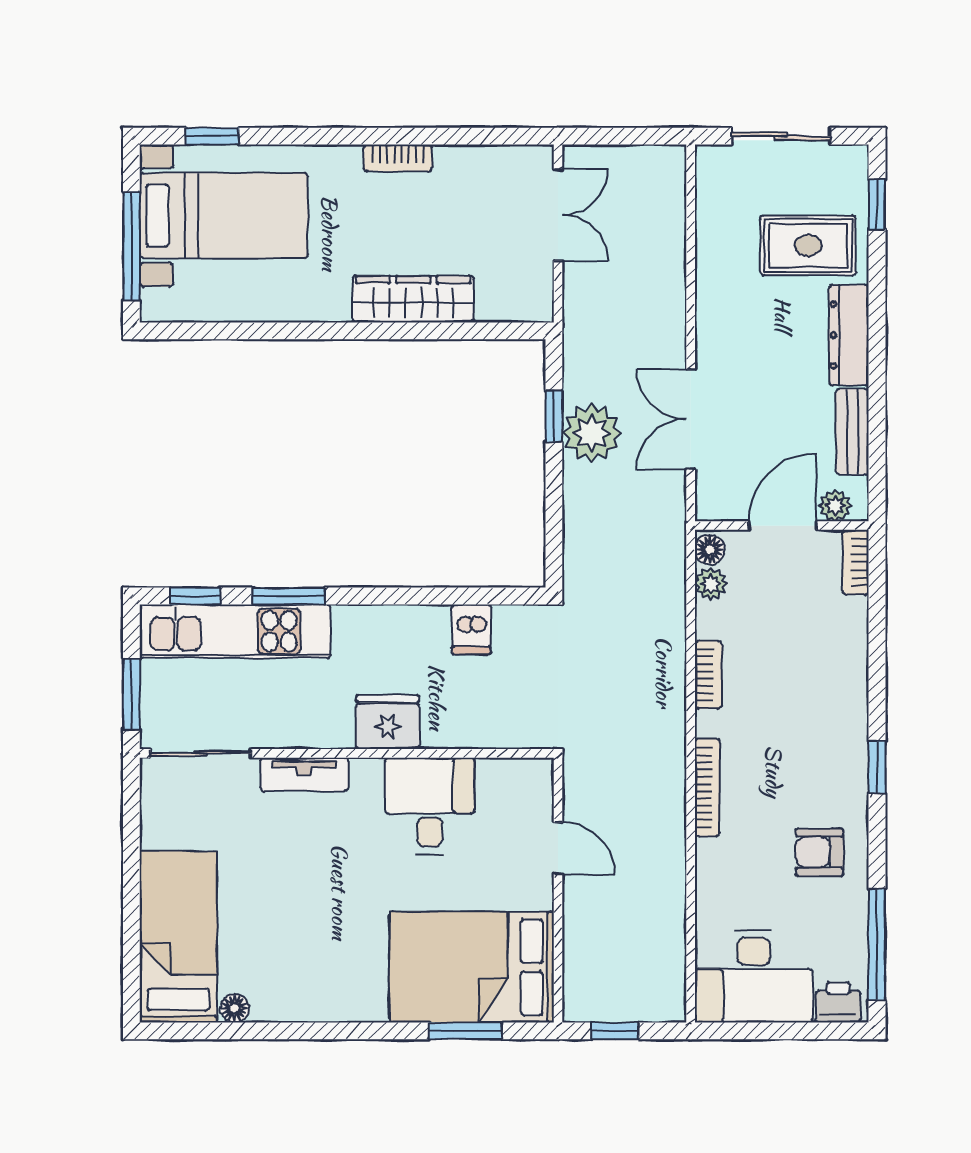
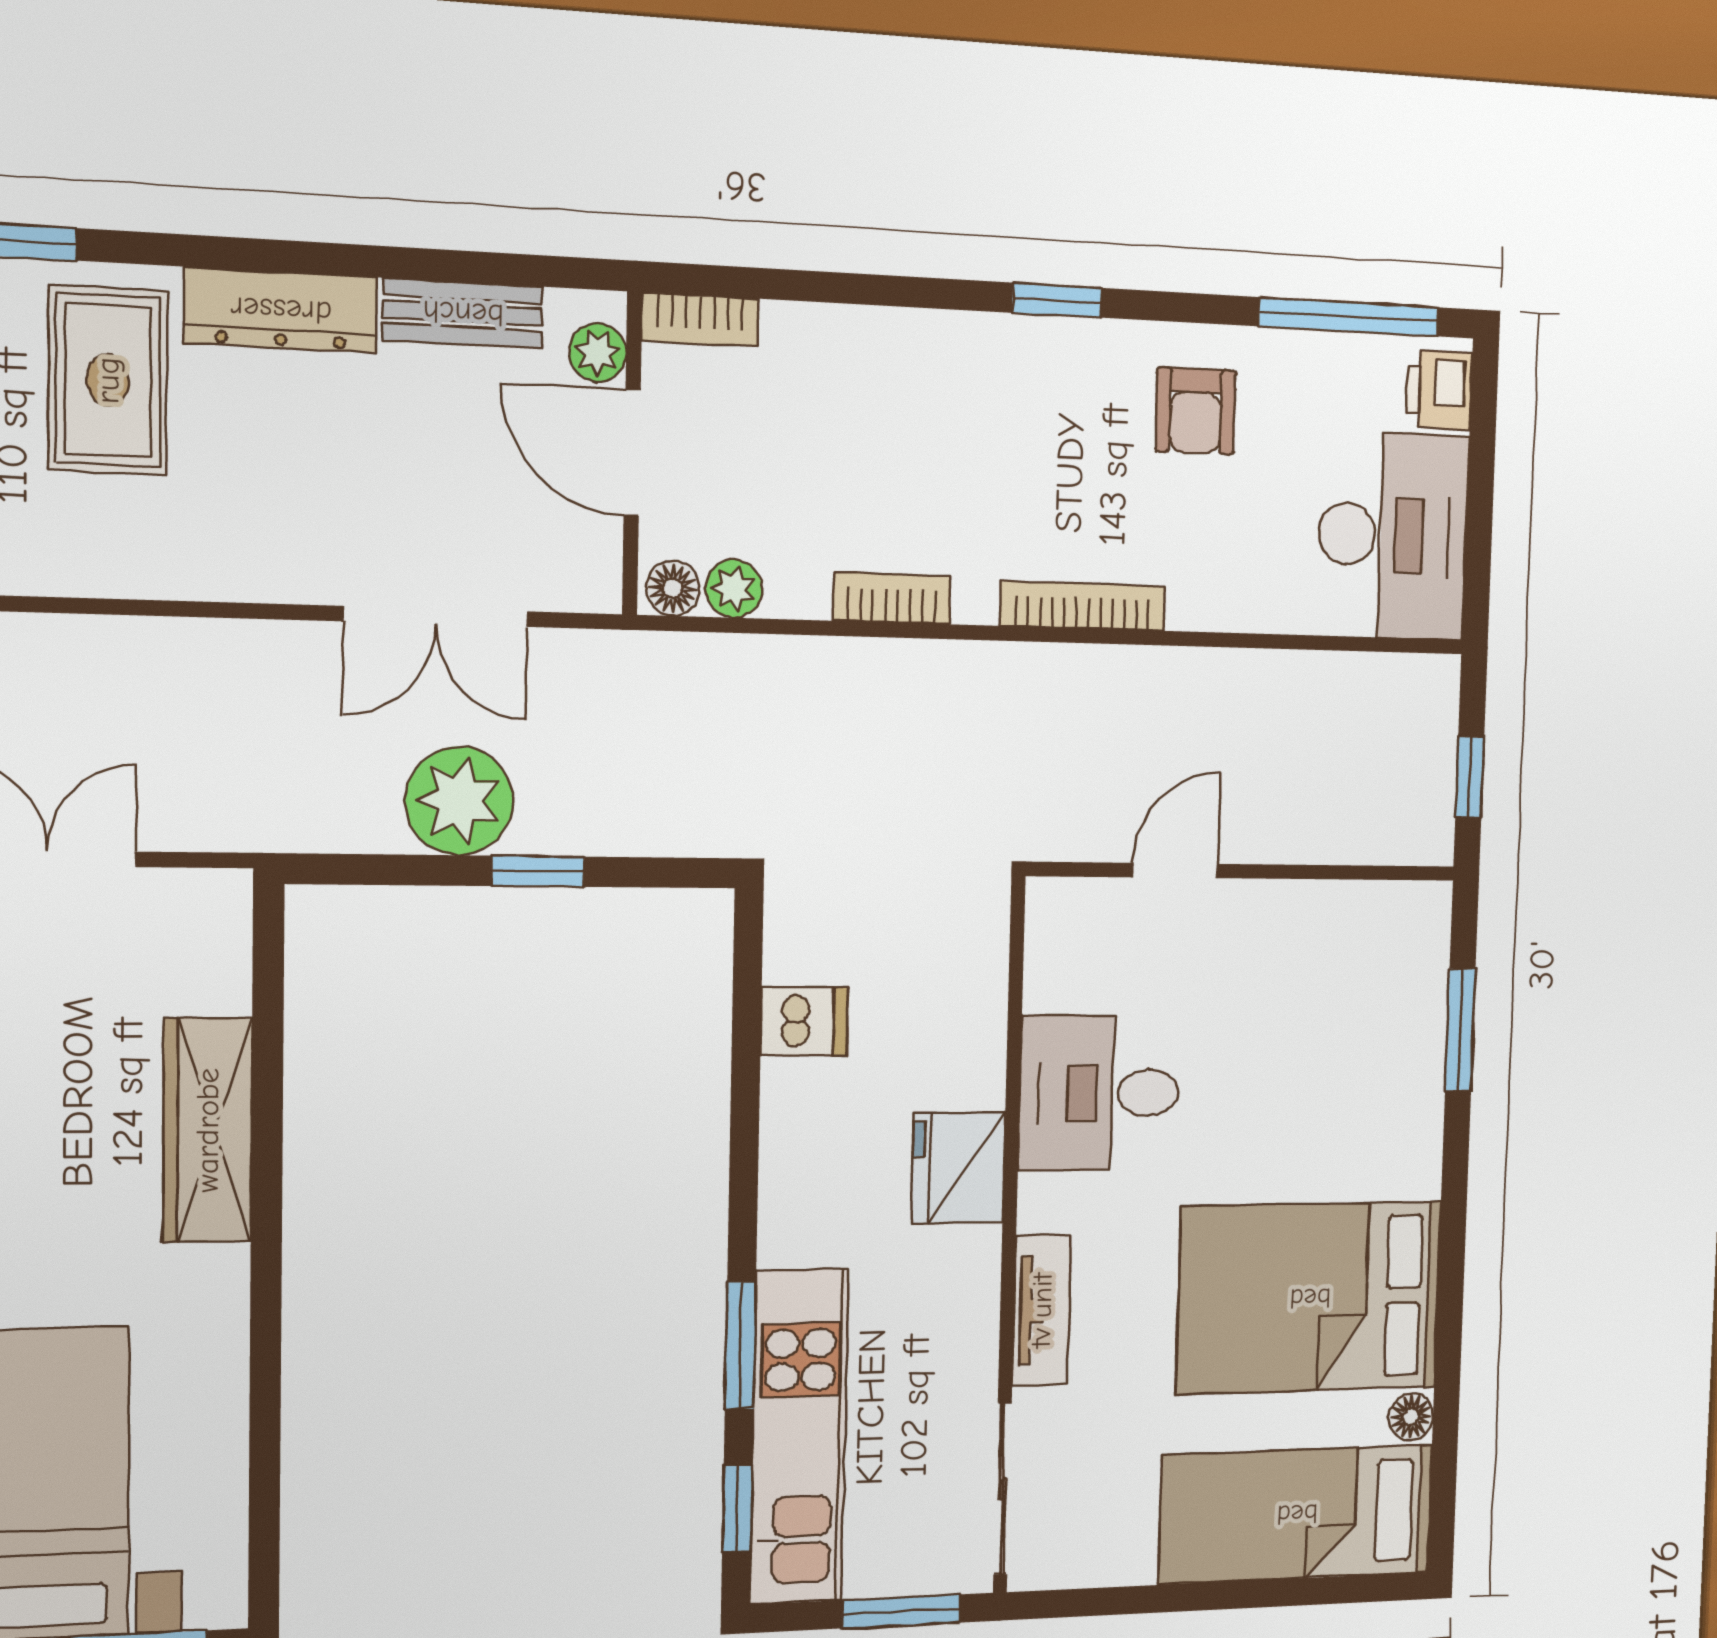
window: (554, 416) -> (538, 871), moved
bed: (472, 967) -> (1310, 1298), moved, turned 90

